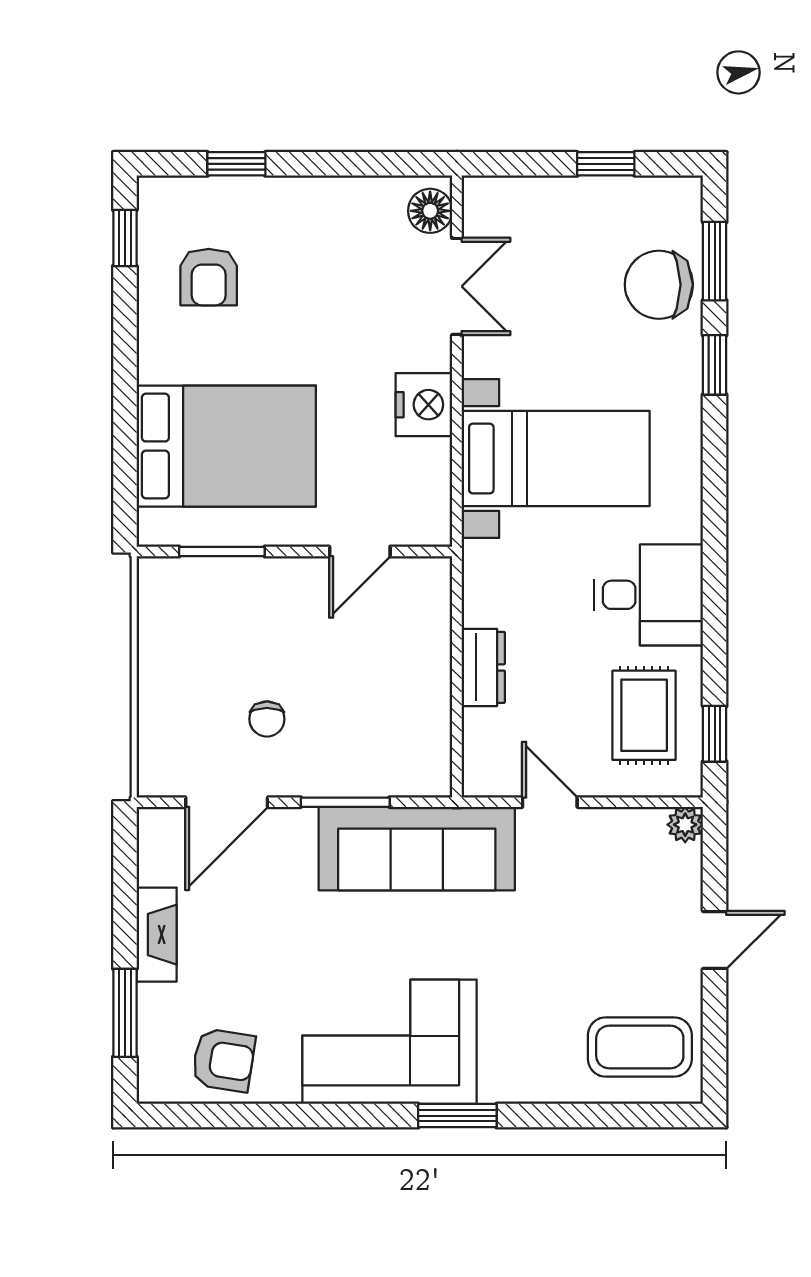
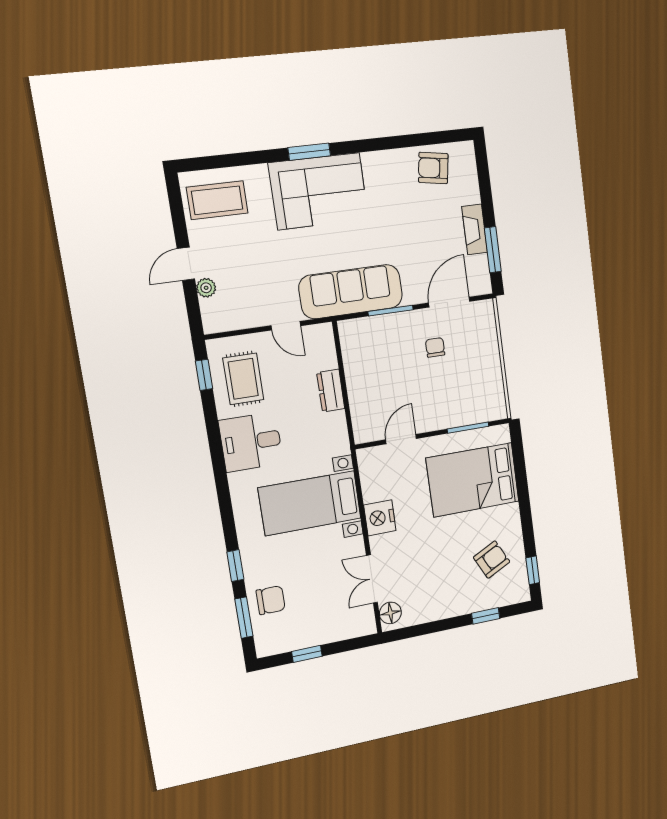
armchair: (209, 277) -> (492, 560), turned 63
chair: (659, 285) -> (271, 600), width x0.73, depth x0.73
plant: (685, 825) -> (206, 288), moved
window: (125, 1013) -> (493, 250), moved
corner sofa: (389, 1042) -> (319, 191), moved

